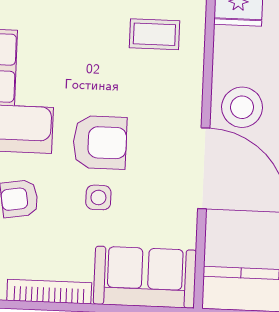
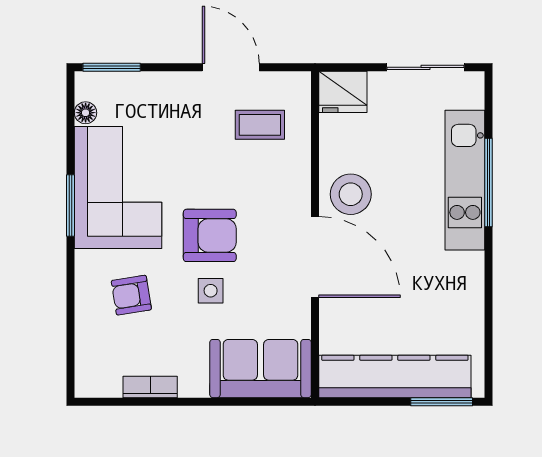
bookcase: (49, 292) -> (150, 387), width x0.64

